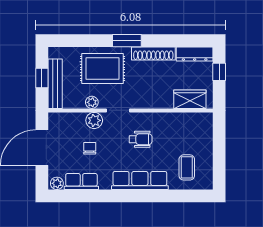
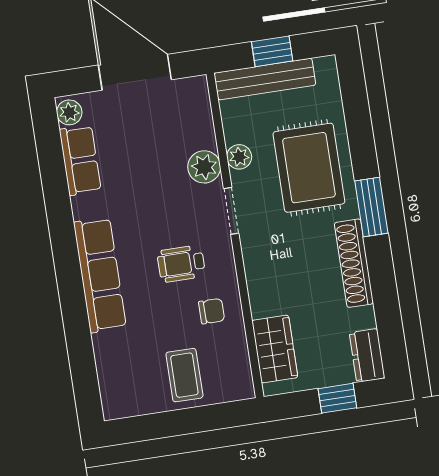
dresser: (195, 54) -> (367, 355), width x0.70
wheelchair: (140, 139) -> (181, 264), turned 90
chair: (90, 148) -> (212, 311), moved
coffee table: (187, 167) -> (184, 375), moved, turned 90

